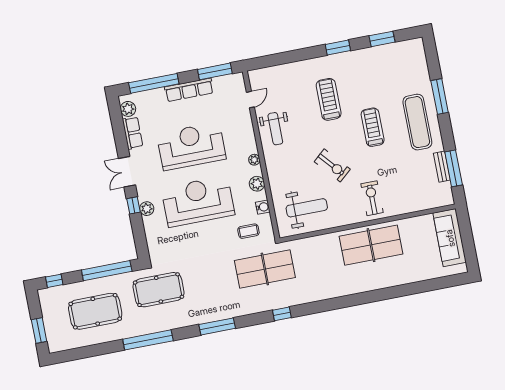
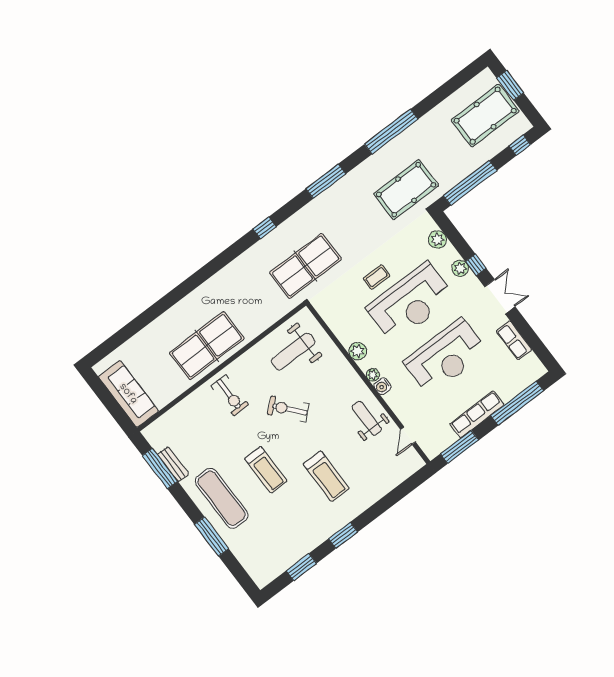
plant: (128, 109) -> (437, 240), moved
water cooler: (263, 207) -> (383, 386), moved
coffee table: (248, 231) -> (377, 277), moved
pool table: (95, 311) -> (485, 116), moved

